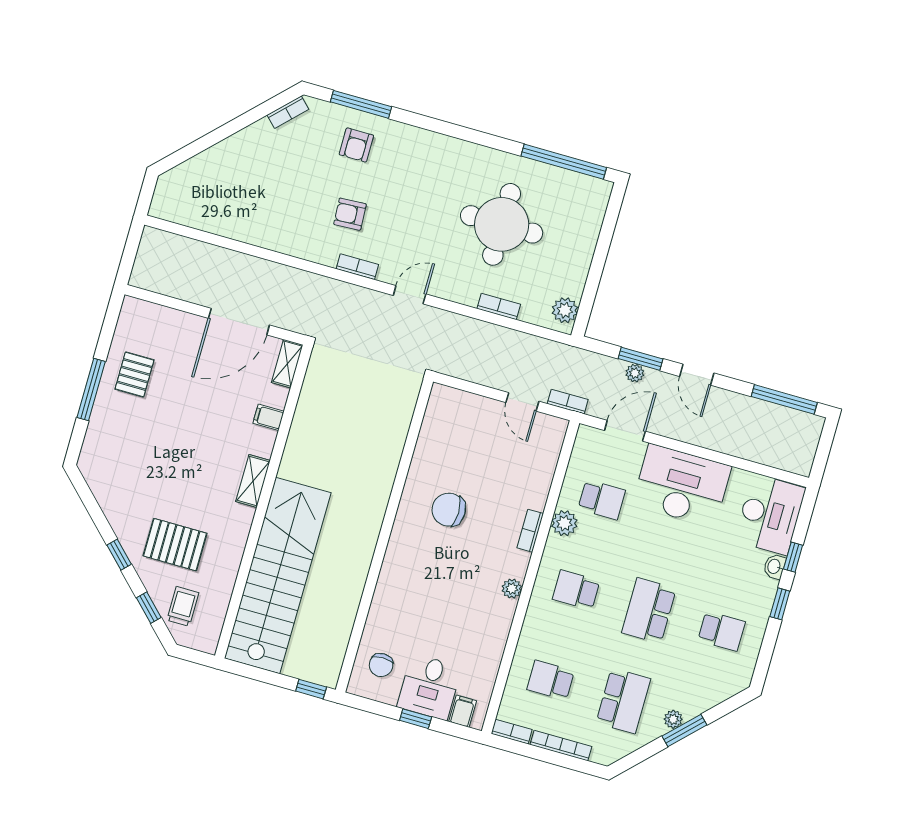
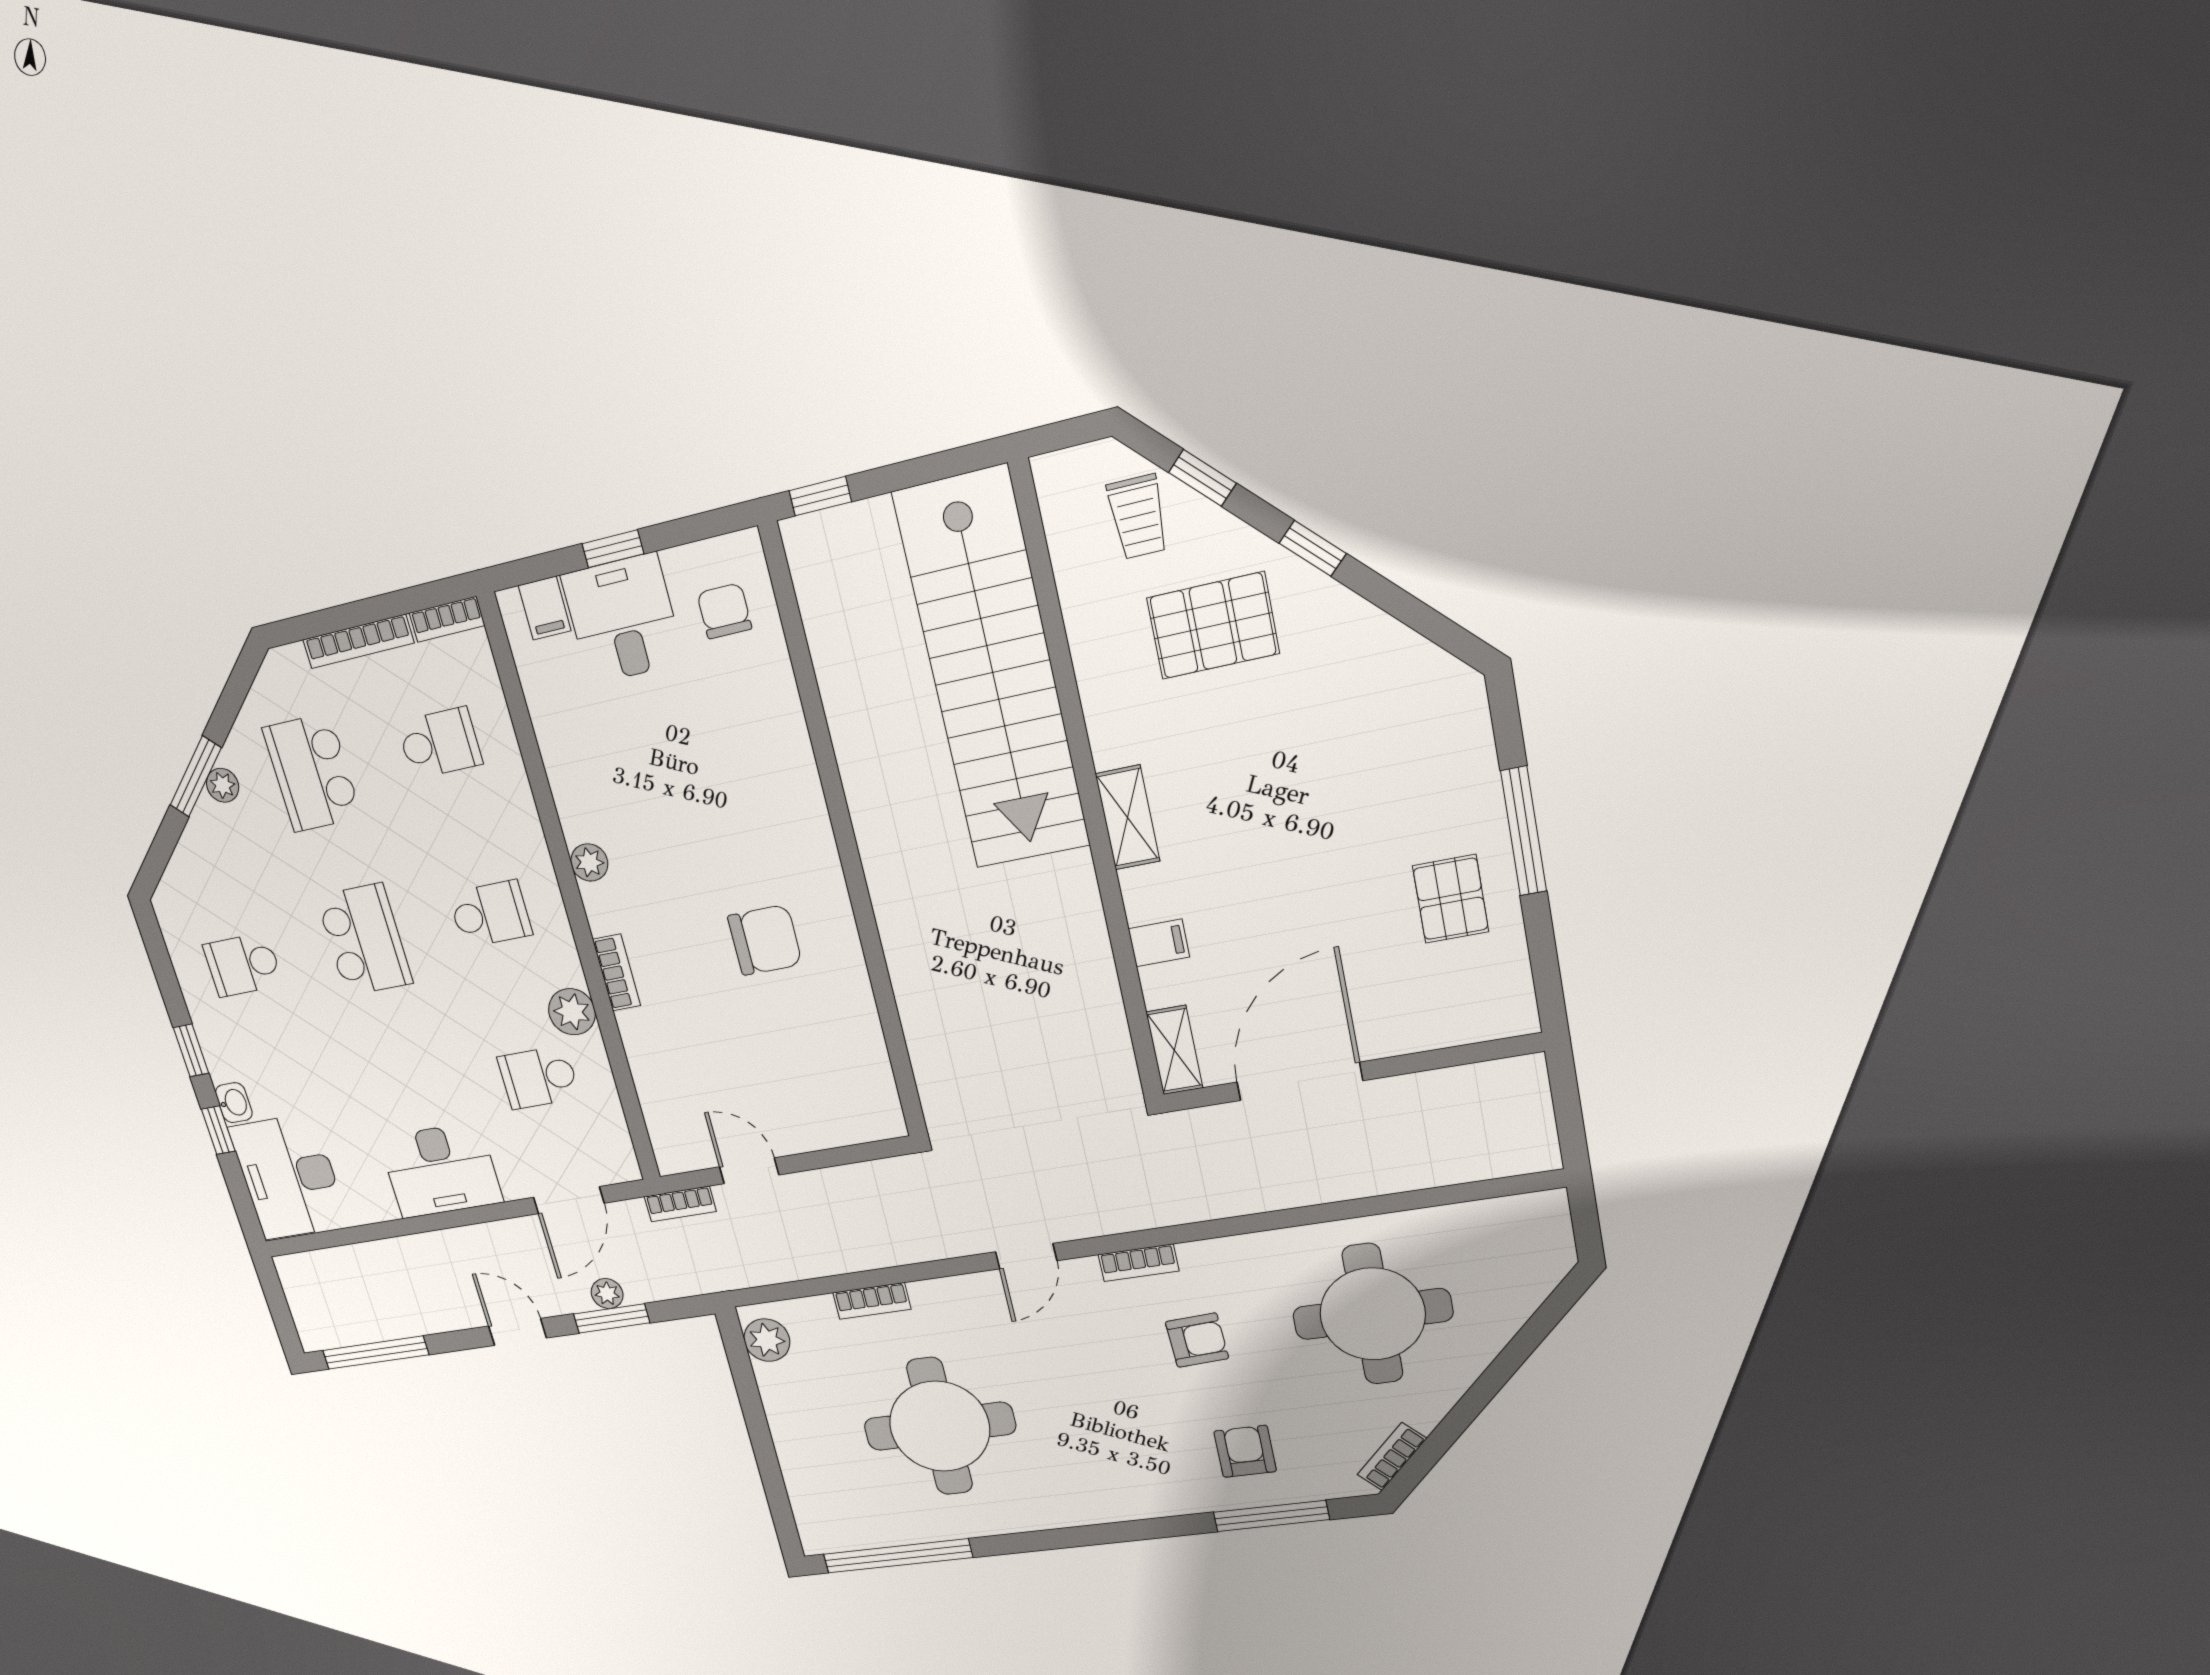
round table: (262, 191) -> (1373, 1314), added
desk: (682, 486) -> (441, 1170), width x0.73, depth x0.77

